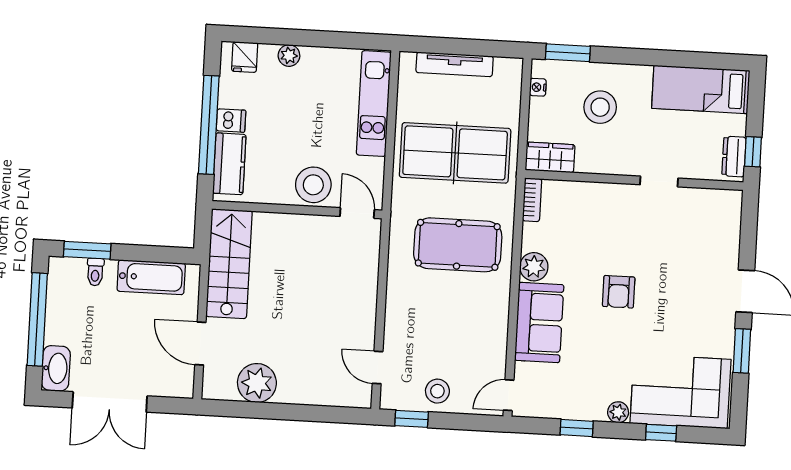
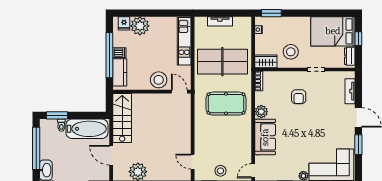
plant: (289, 56) -> (140, 26), width x1.87, depth x1.87
tv unit: (455, 64) -> (220, 21), width x0.71
bed: (701, 89) -> (333, 31), width x1.50
stool: (600, 107) -> (291, 52), moved
window: (753, 152) -> (358, 39), moved
tv unit: (730, 233) -> (350, 91), added
bathtub: (151, 277) -> (87, 129), width x1.36, depth x1.36
armchair: (619, 292) -> (299, 97), moved

